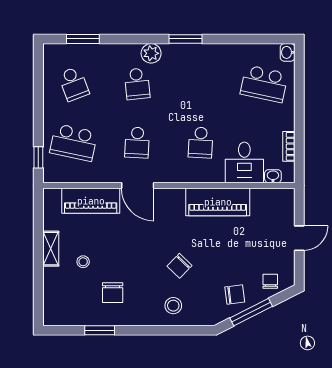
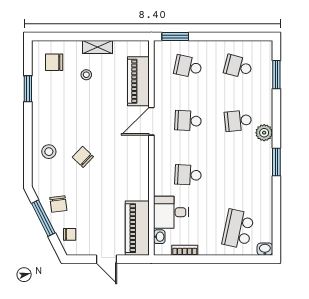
school desk: (74, 84) -> (238, 67), turned 36
school desk: (74, 142) -> (188, 67), width x0.54
window: (38, 157) -> (175, 37), width x1.50
piano: (218, 202) -> (137, 228), moved
chair: (113, 293) -> (54, 62), moved

